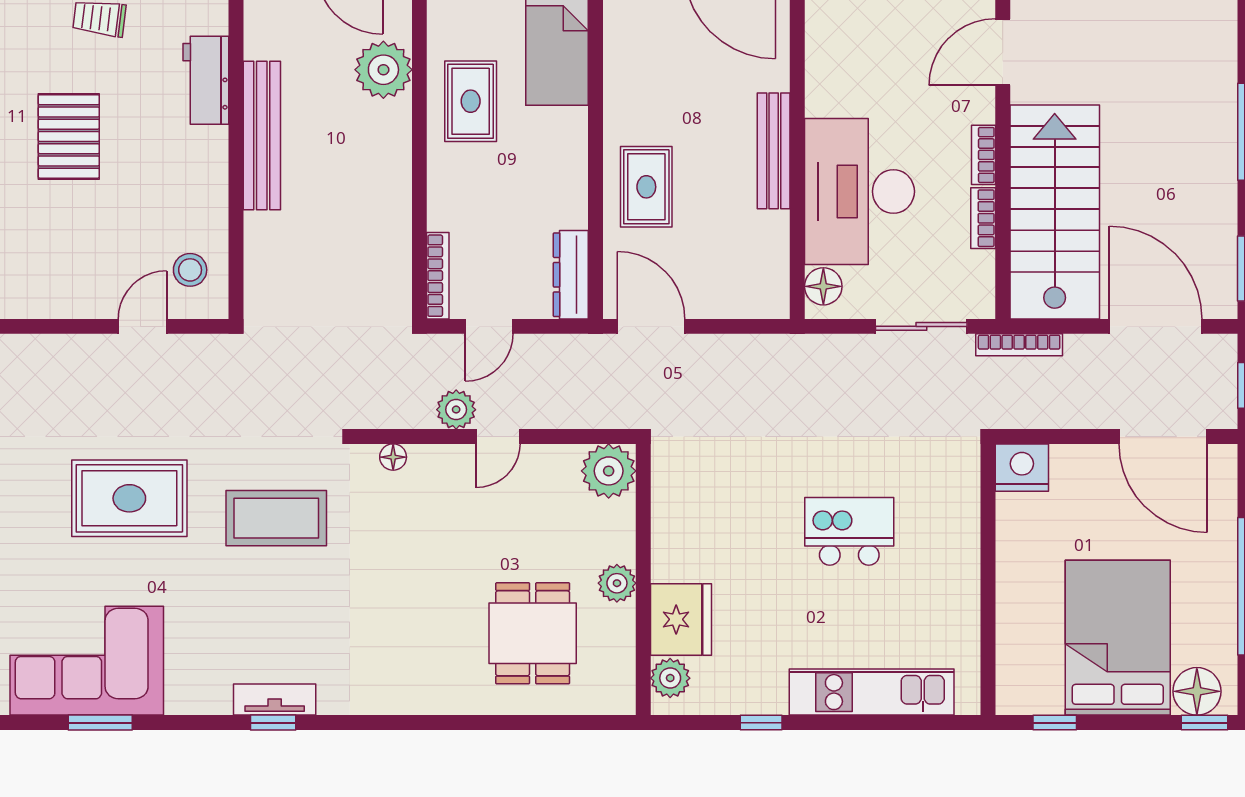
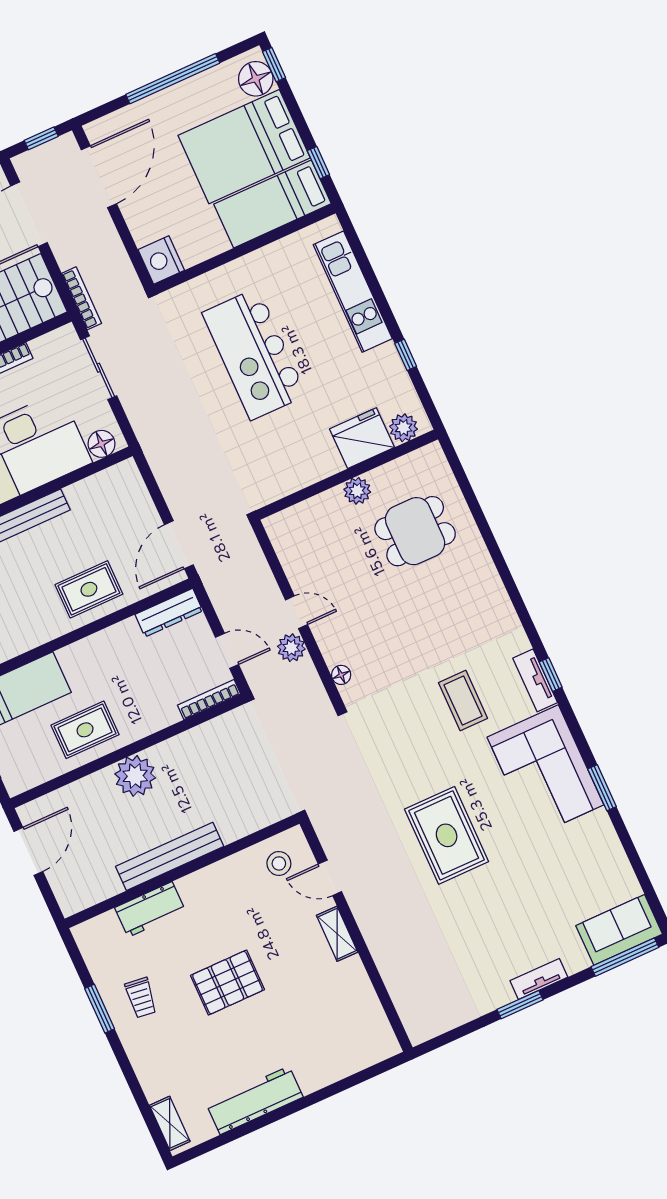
plant: (383, 70) -> (135, 776), moved
shelving: (68, 303) -> (337, 934), added
plant: (609, 471) -> (286, 530), removed
coffee table: (276, 518) -> (463, 701), moved, width x0.73, depth x0.76
kitchen island: (849, 531) -> (254, 354), width x1.87, depth x1.28
bed: (1029, 641) -> (273, 204), added
corner sofa: (87, 661) -> (545, 771), moved

